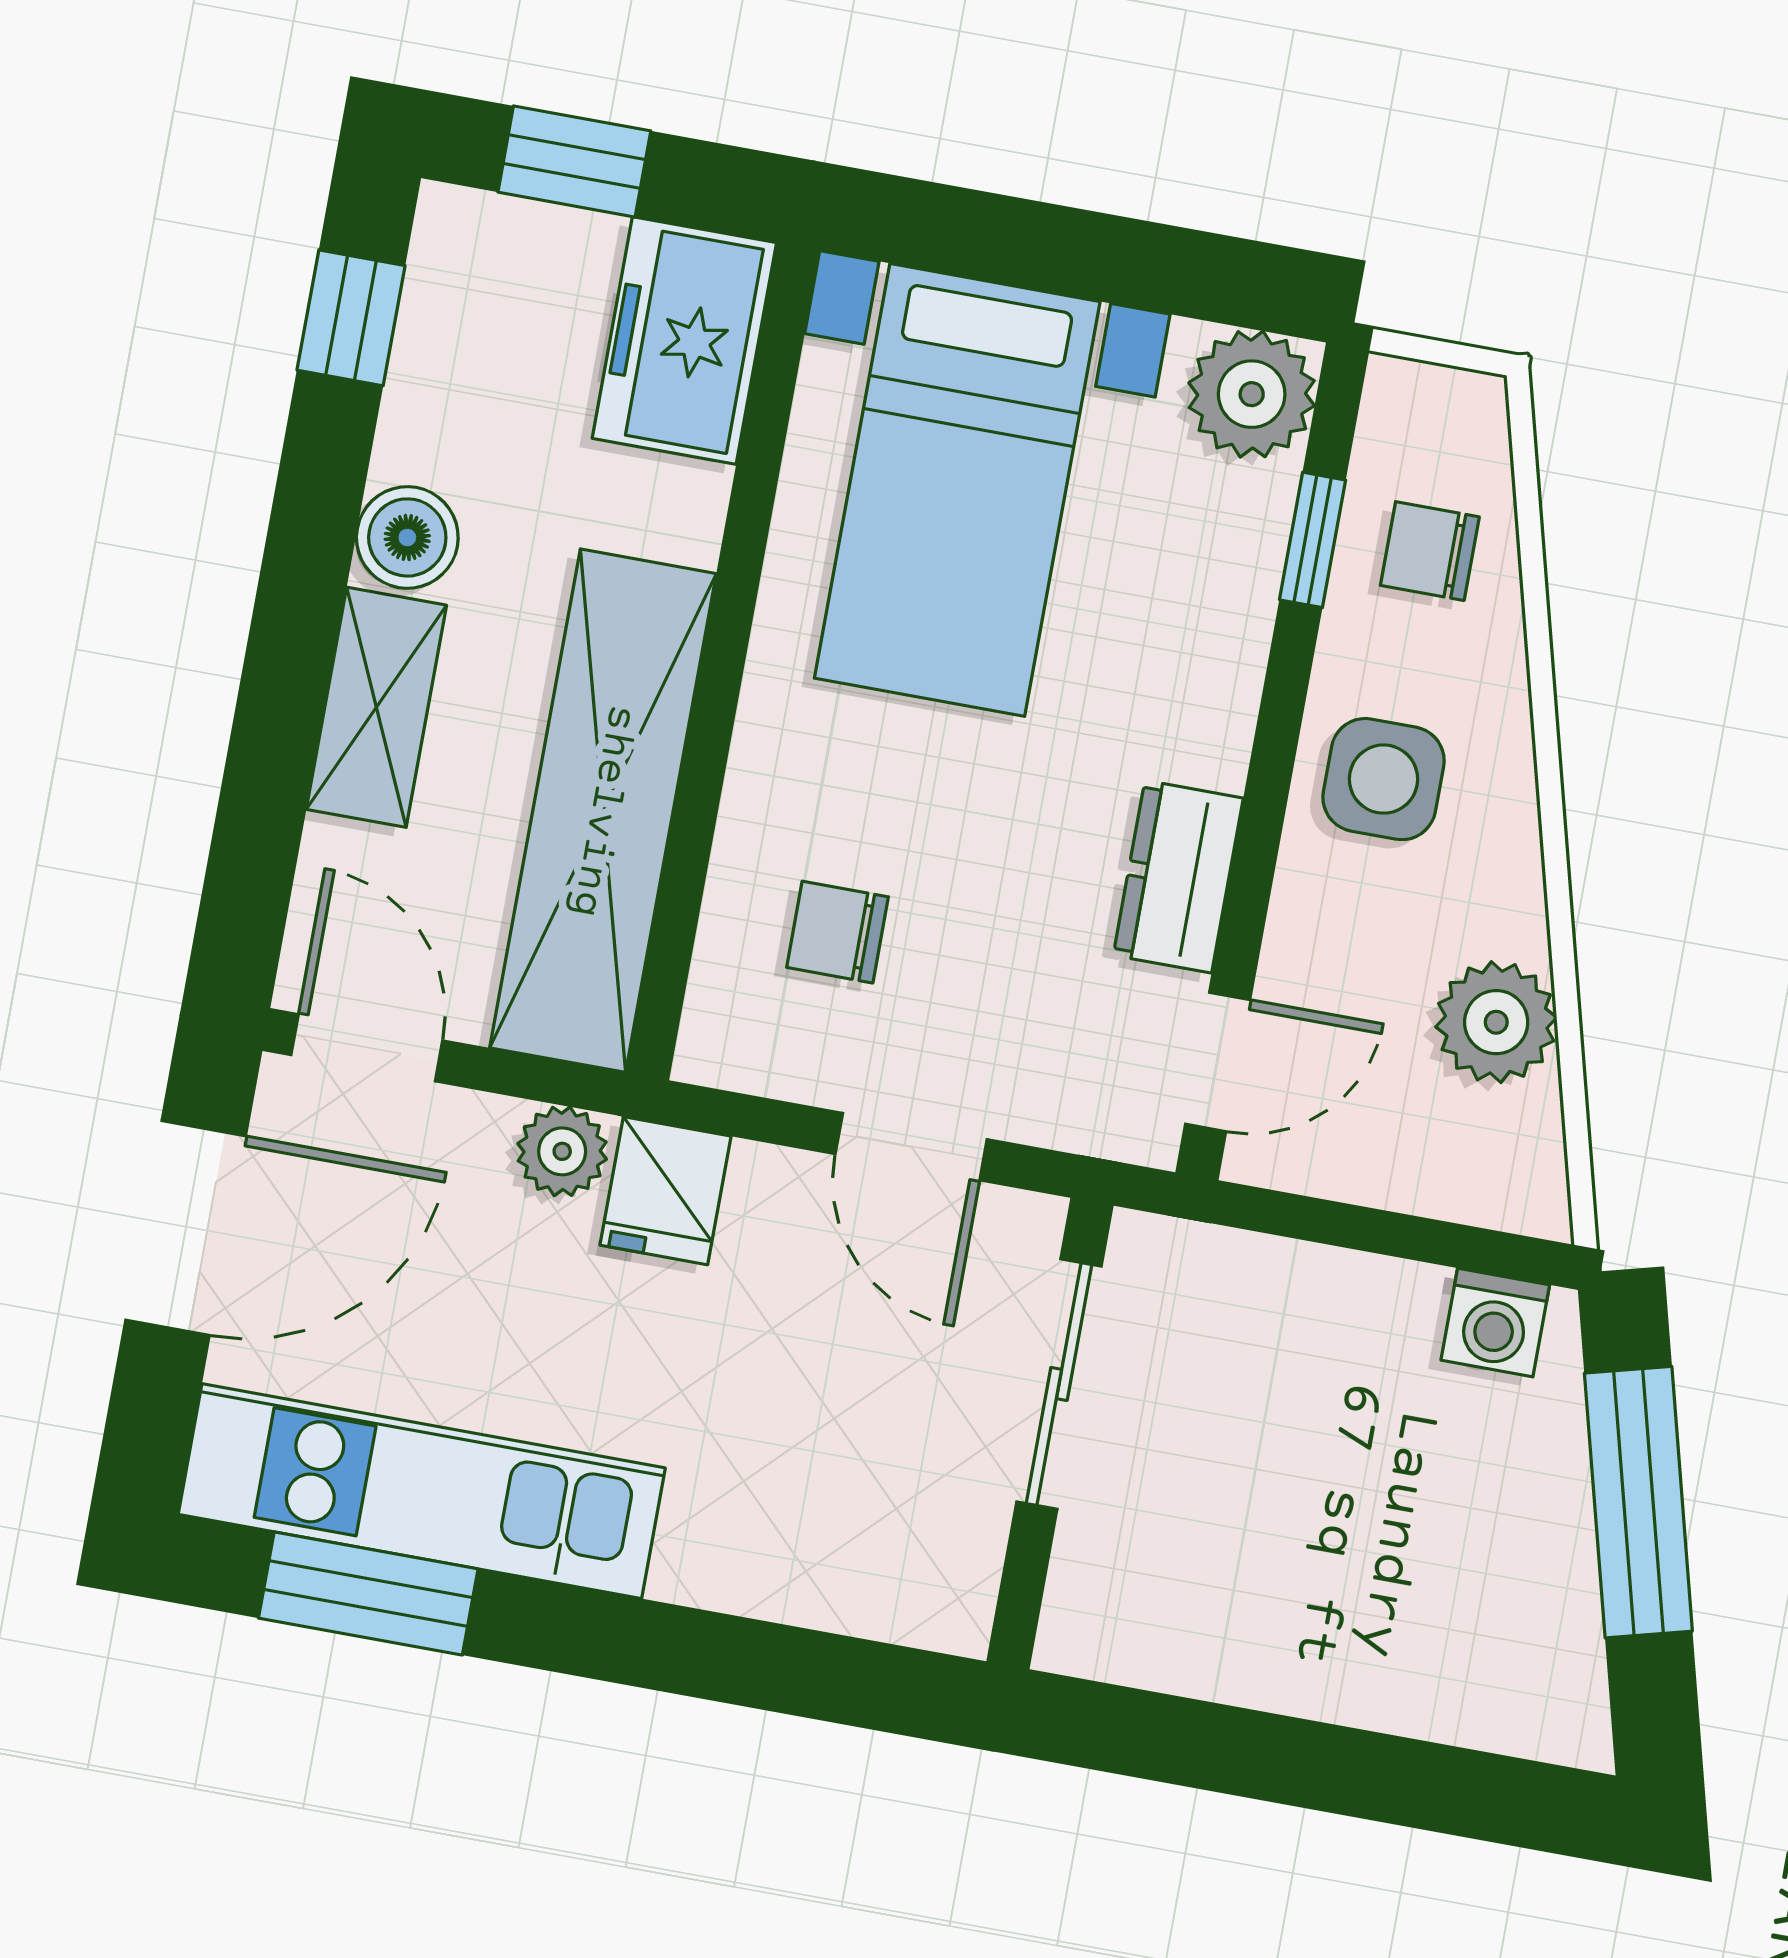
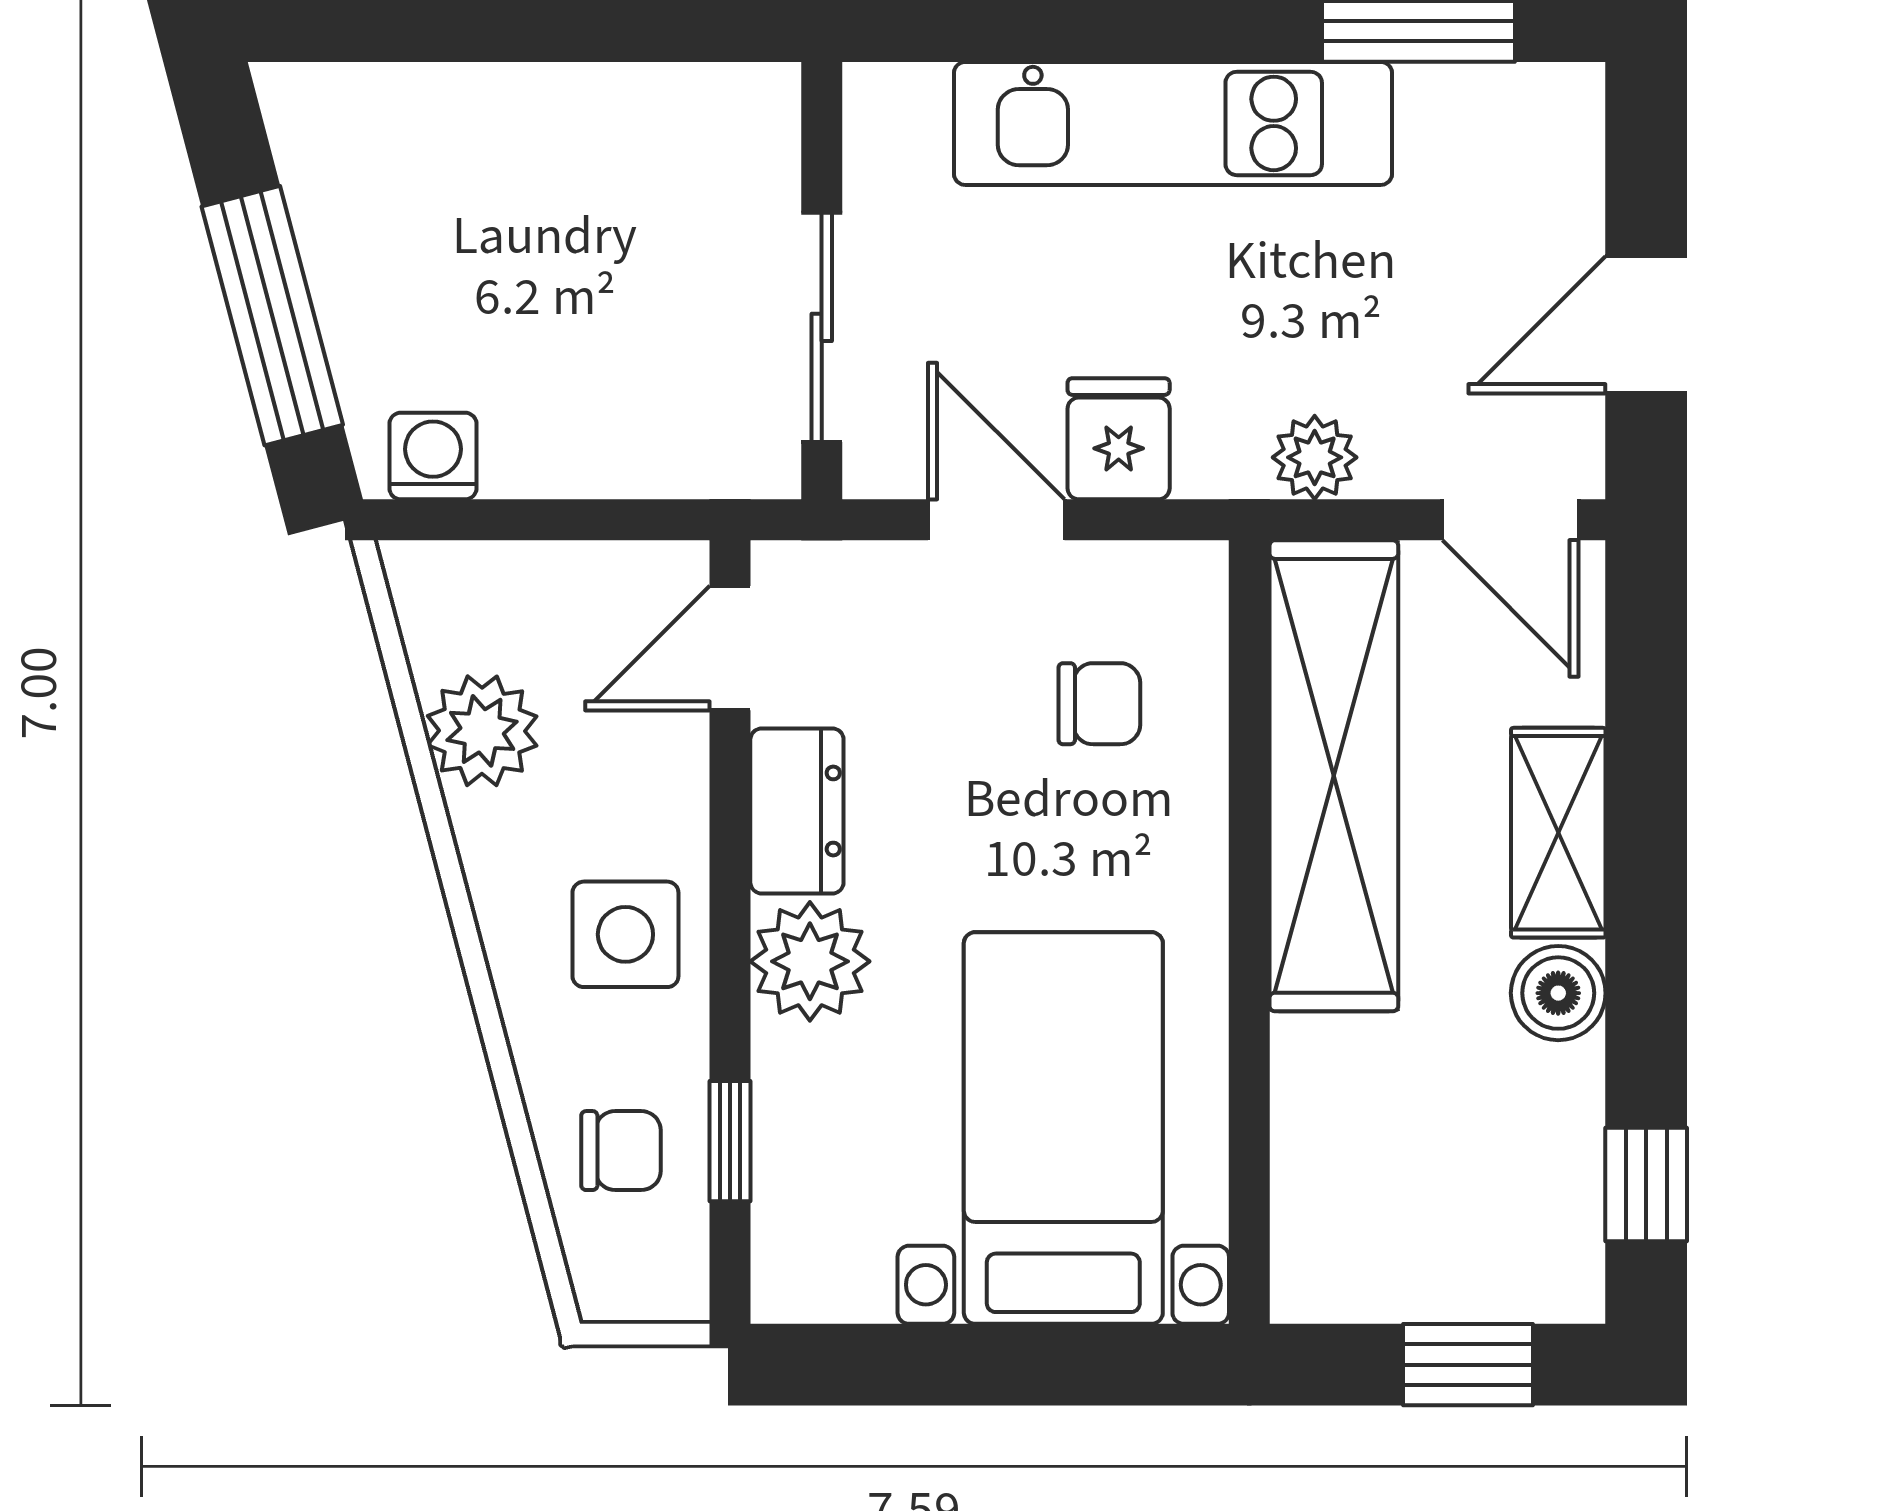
freezer: (684, 340) -> (1338, 1219), removed
plant: (1252, 394) -> (810, 961), moved
fridge: (666, 1191) -> (1119, 439), moved
door: (186, 1228) -> (1646, 325), width x0.73
kitchen unit: (422, 1491) -> (1173, 123), moved

